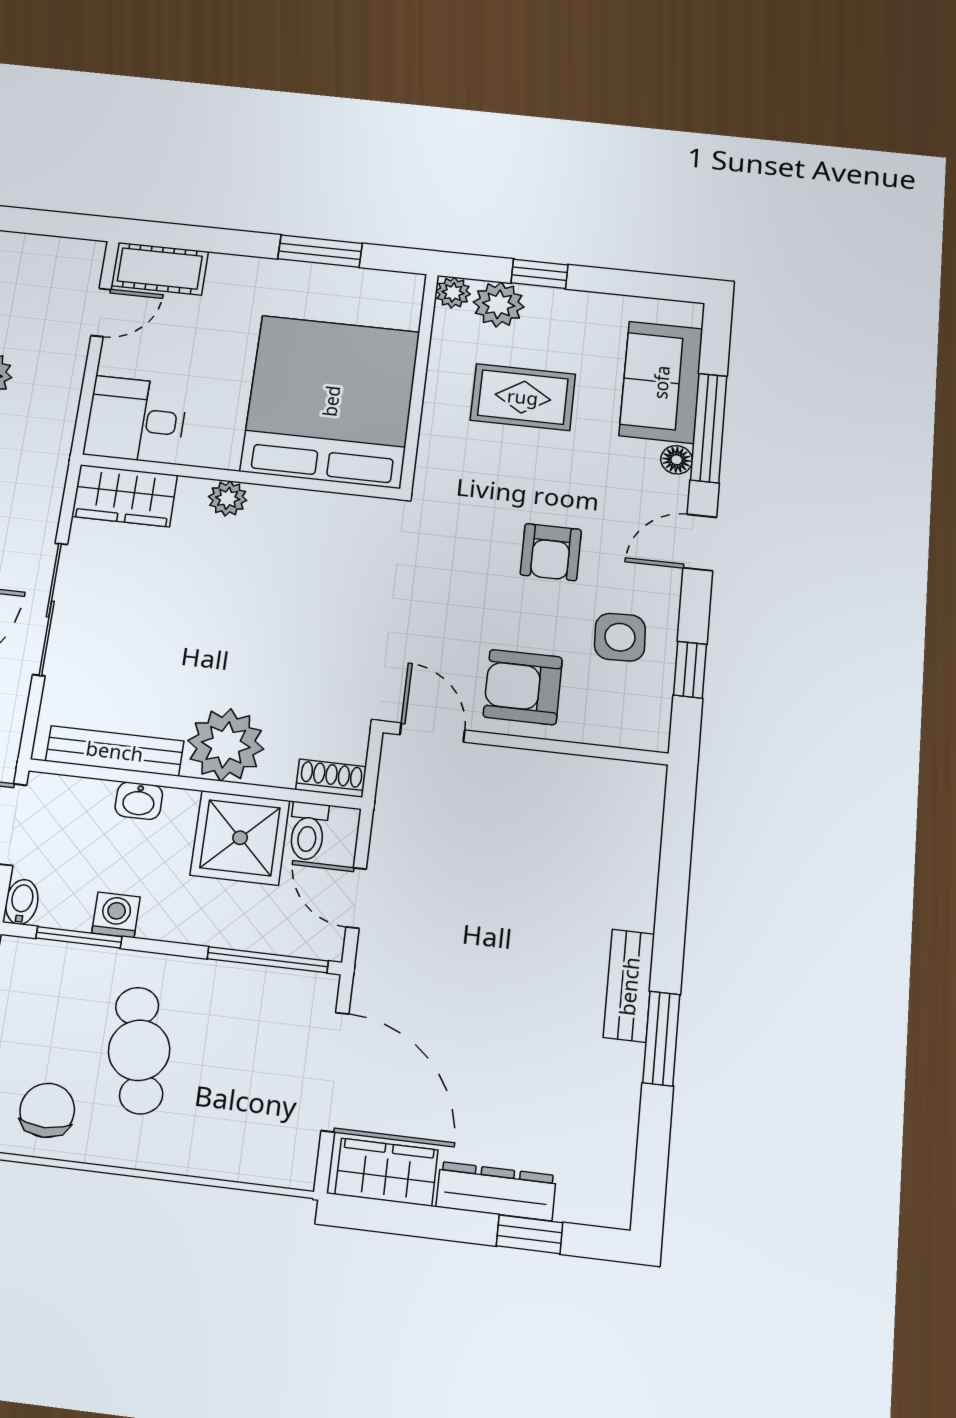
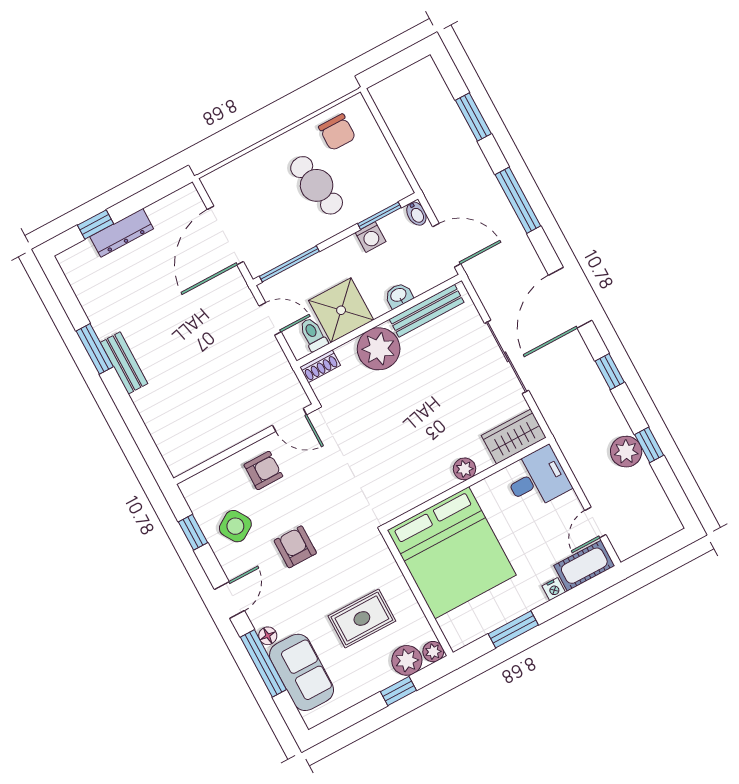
nightstand: (225, 266) -> (554, 589), added
side table: (620, 637) -> (235, 526), turned -30
armchair: (523, 687) -> (263, 471), width x0.72, depth x0.72
door: (335, 1072) -> (225, 235), hinge flipped
wardrobe: (386, 1172) -> (174, 208), removed

